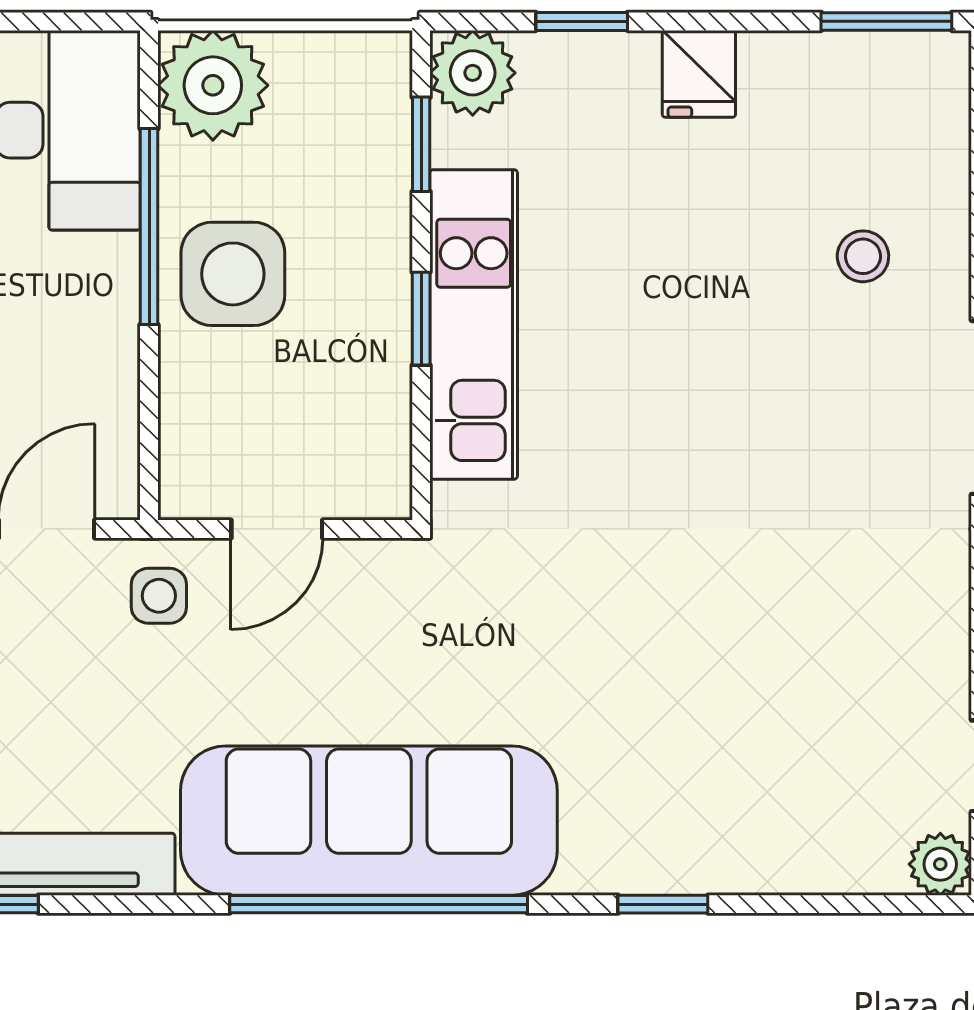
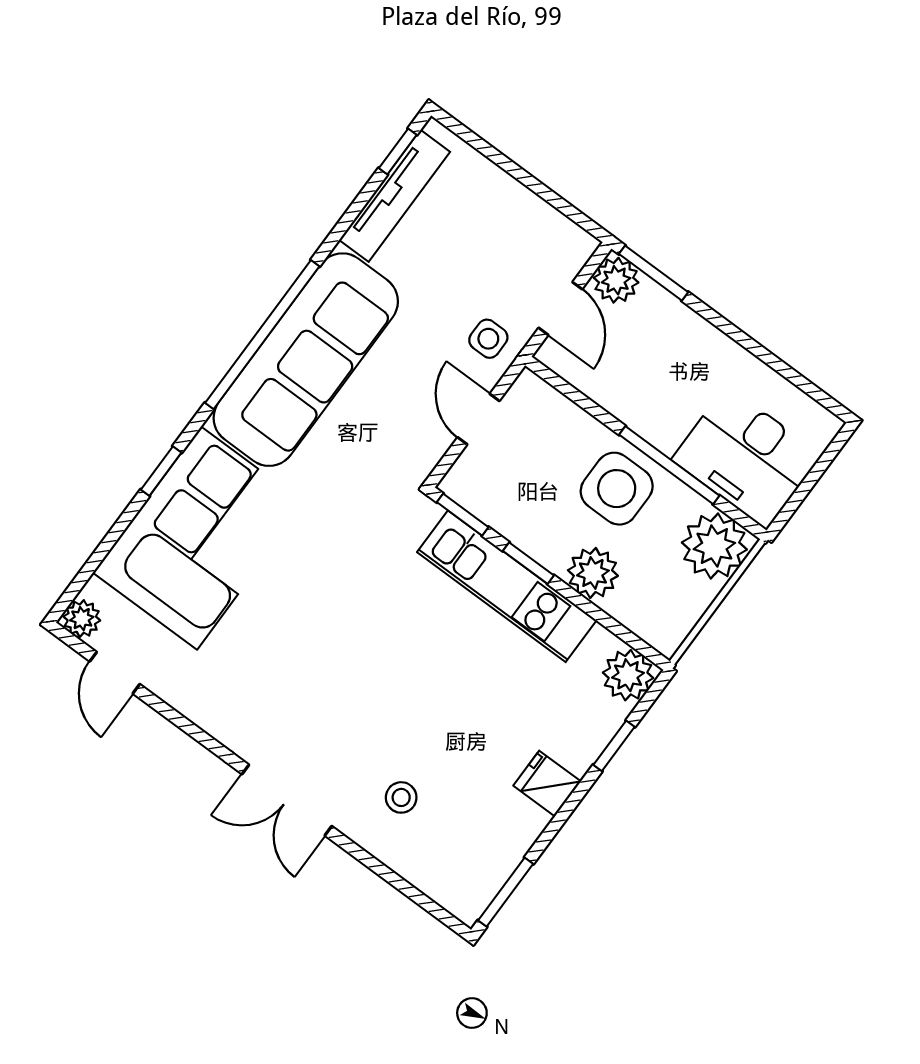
window: (421, 144) -> (463, 515), moved
plant: (370, 222) -> (593, 573), added
corner sofa: (715, 787) -> (199, 538), added

